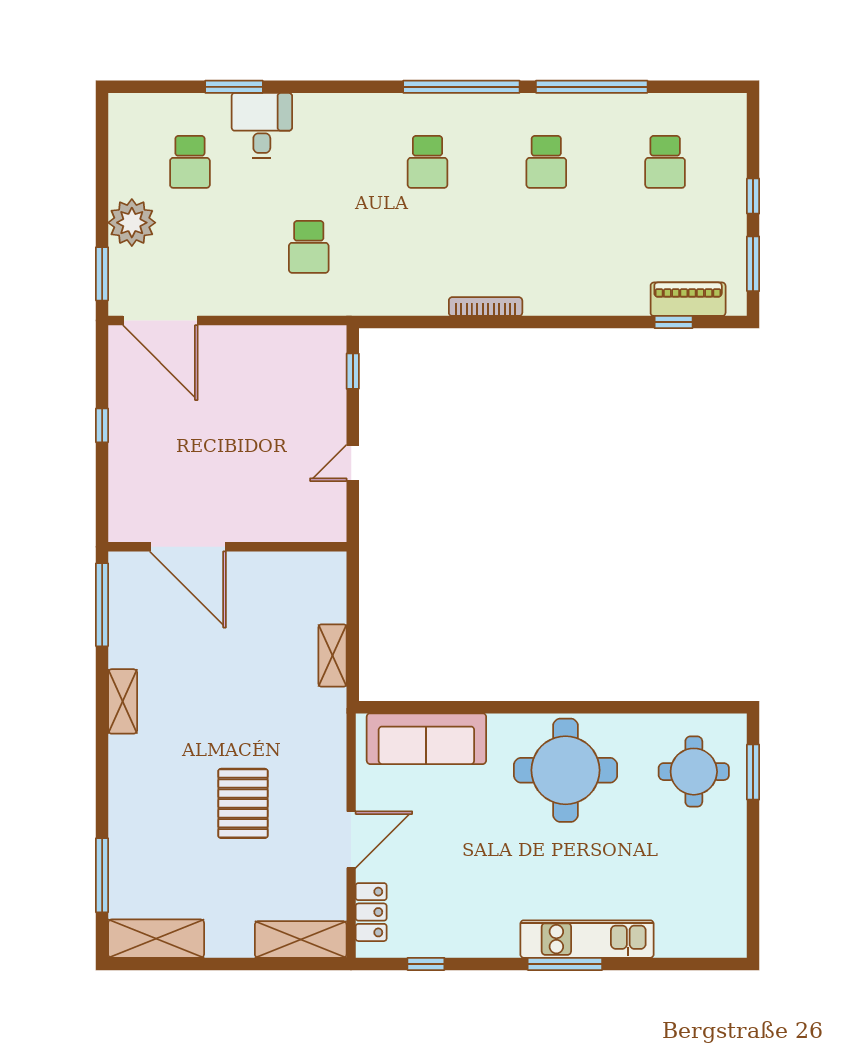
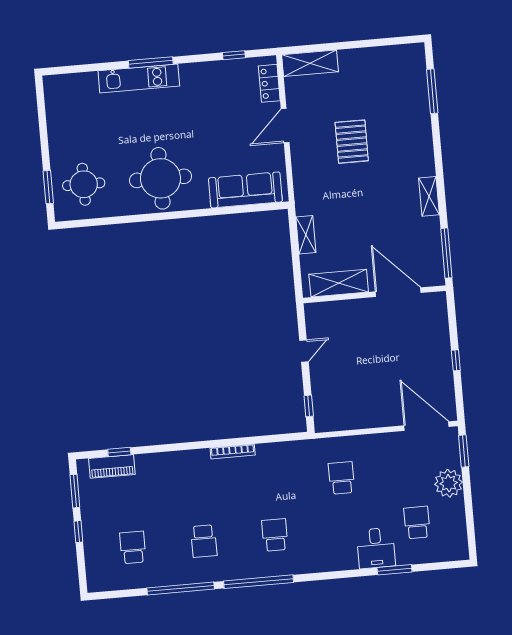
school desk: (546, 162) -> (204, 541), turned 180
shelving: (156, 939) -> (339, 283), moved

